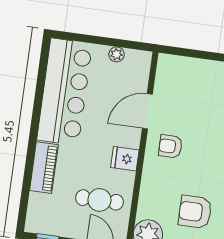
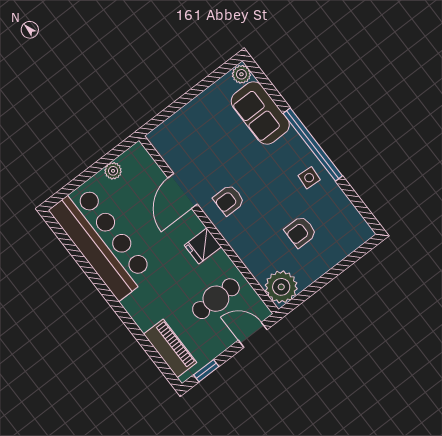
piano: (44, 168) -> (170, 348), moved
armchair: (195, 212) -> (300, 232), width x0.72, depth x0.72

